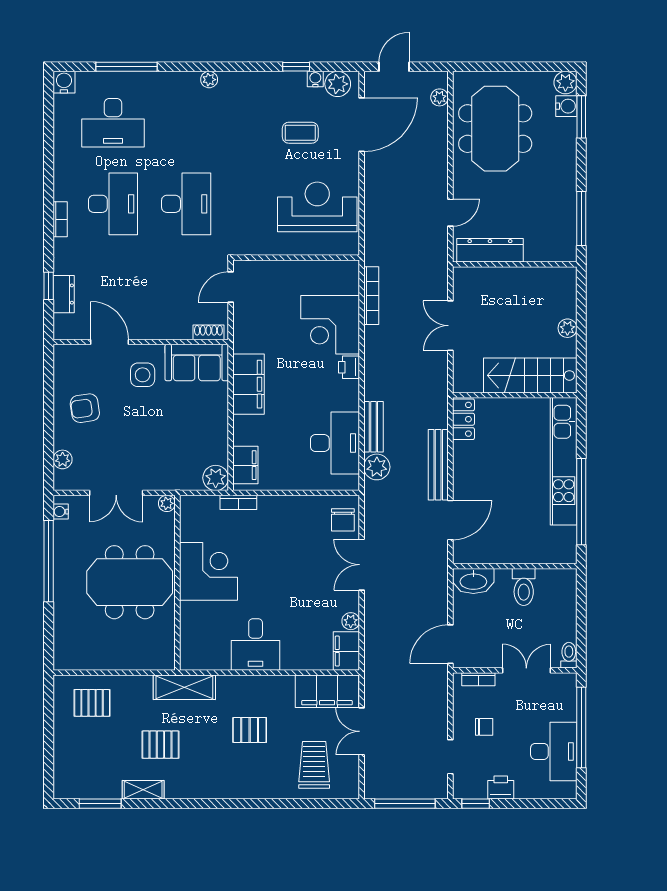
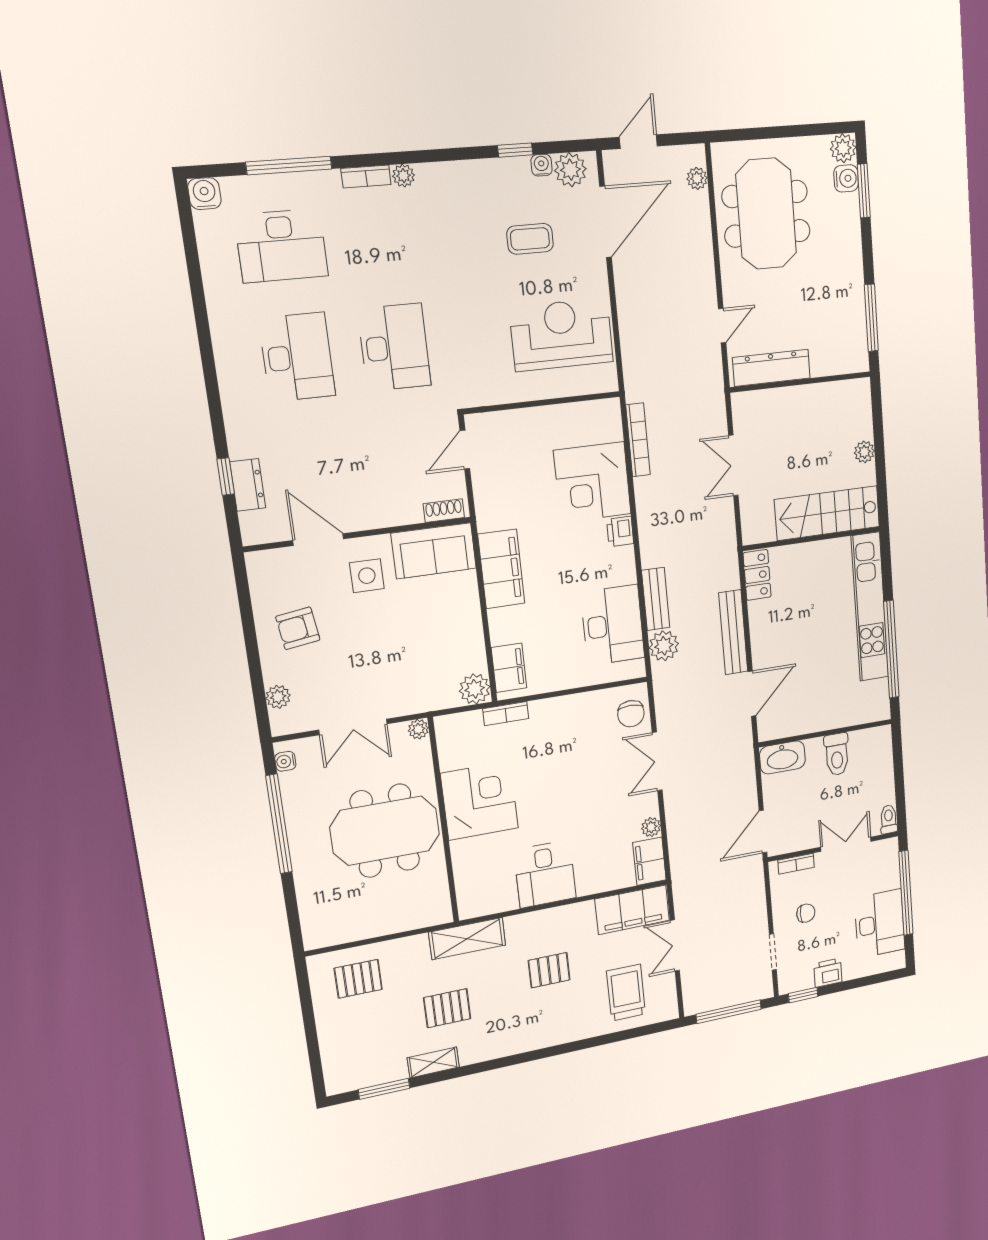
bookcase: (60, 219) -> (366, 177), moved, turned 90

